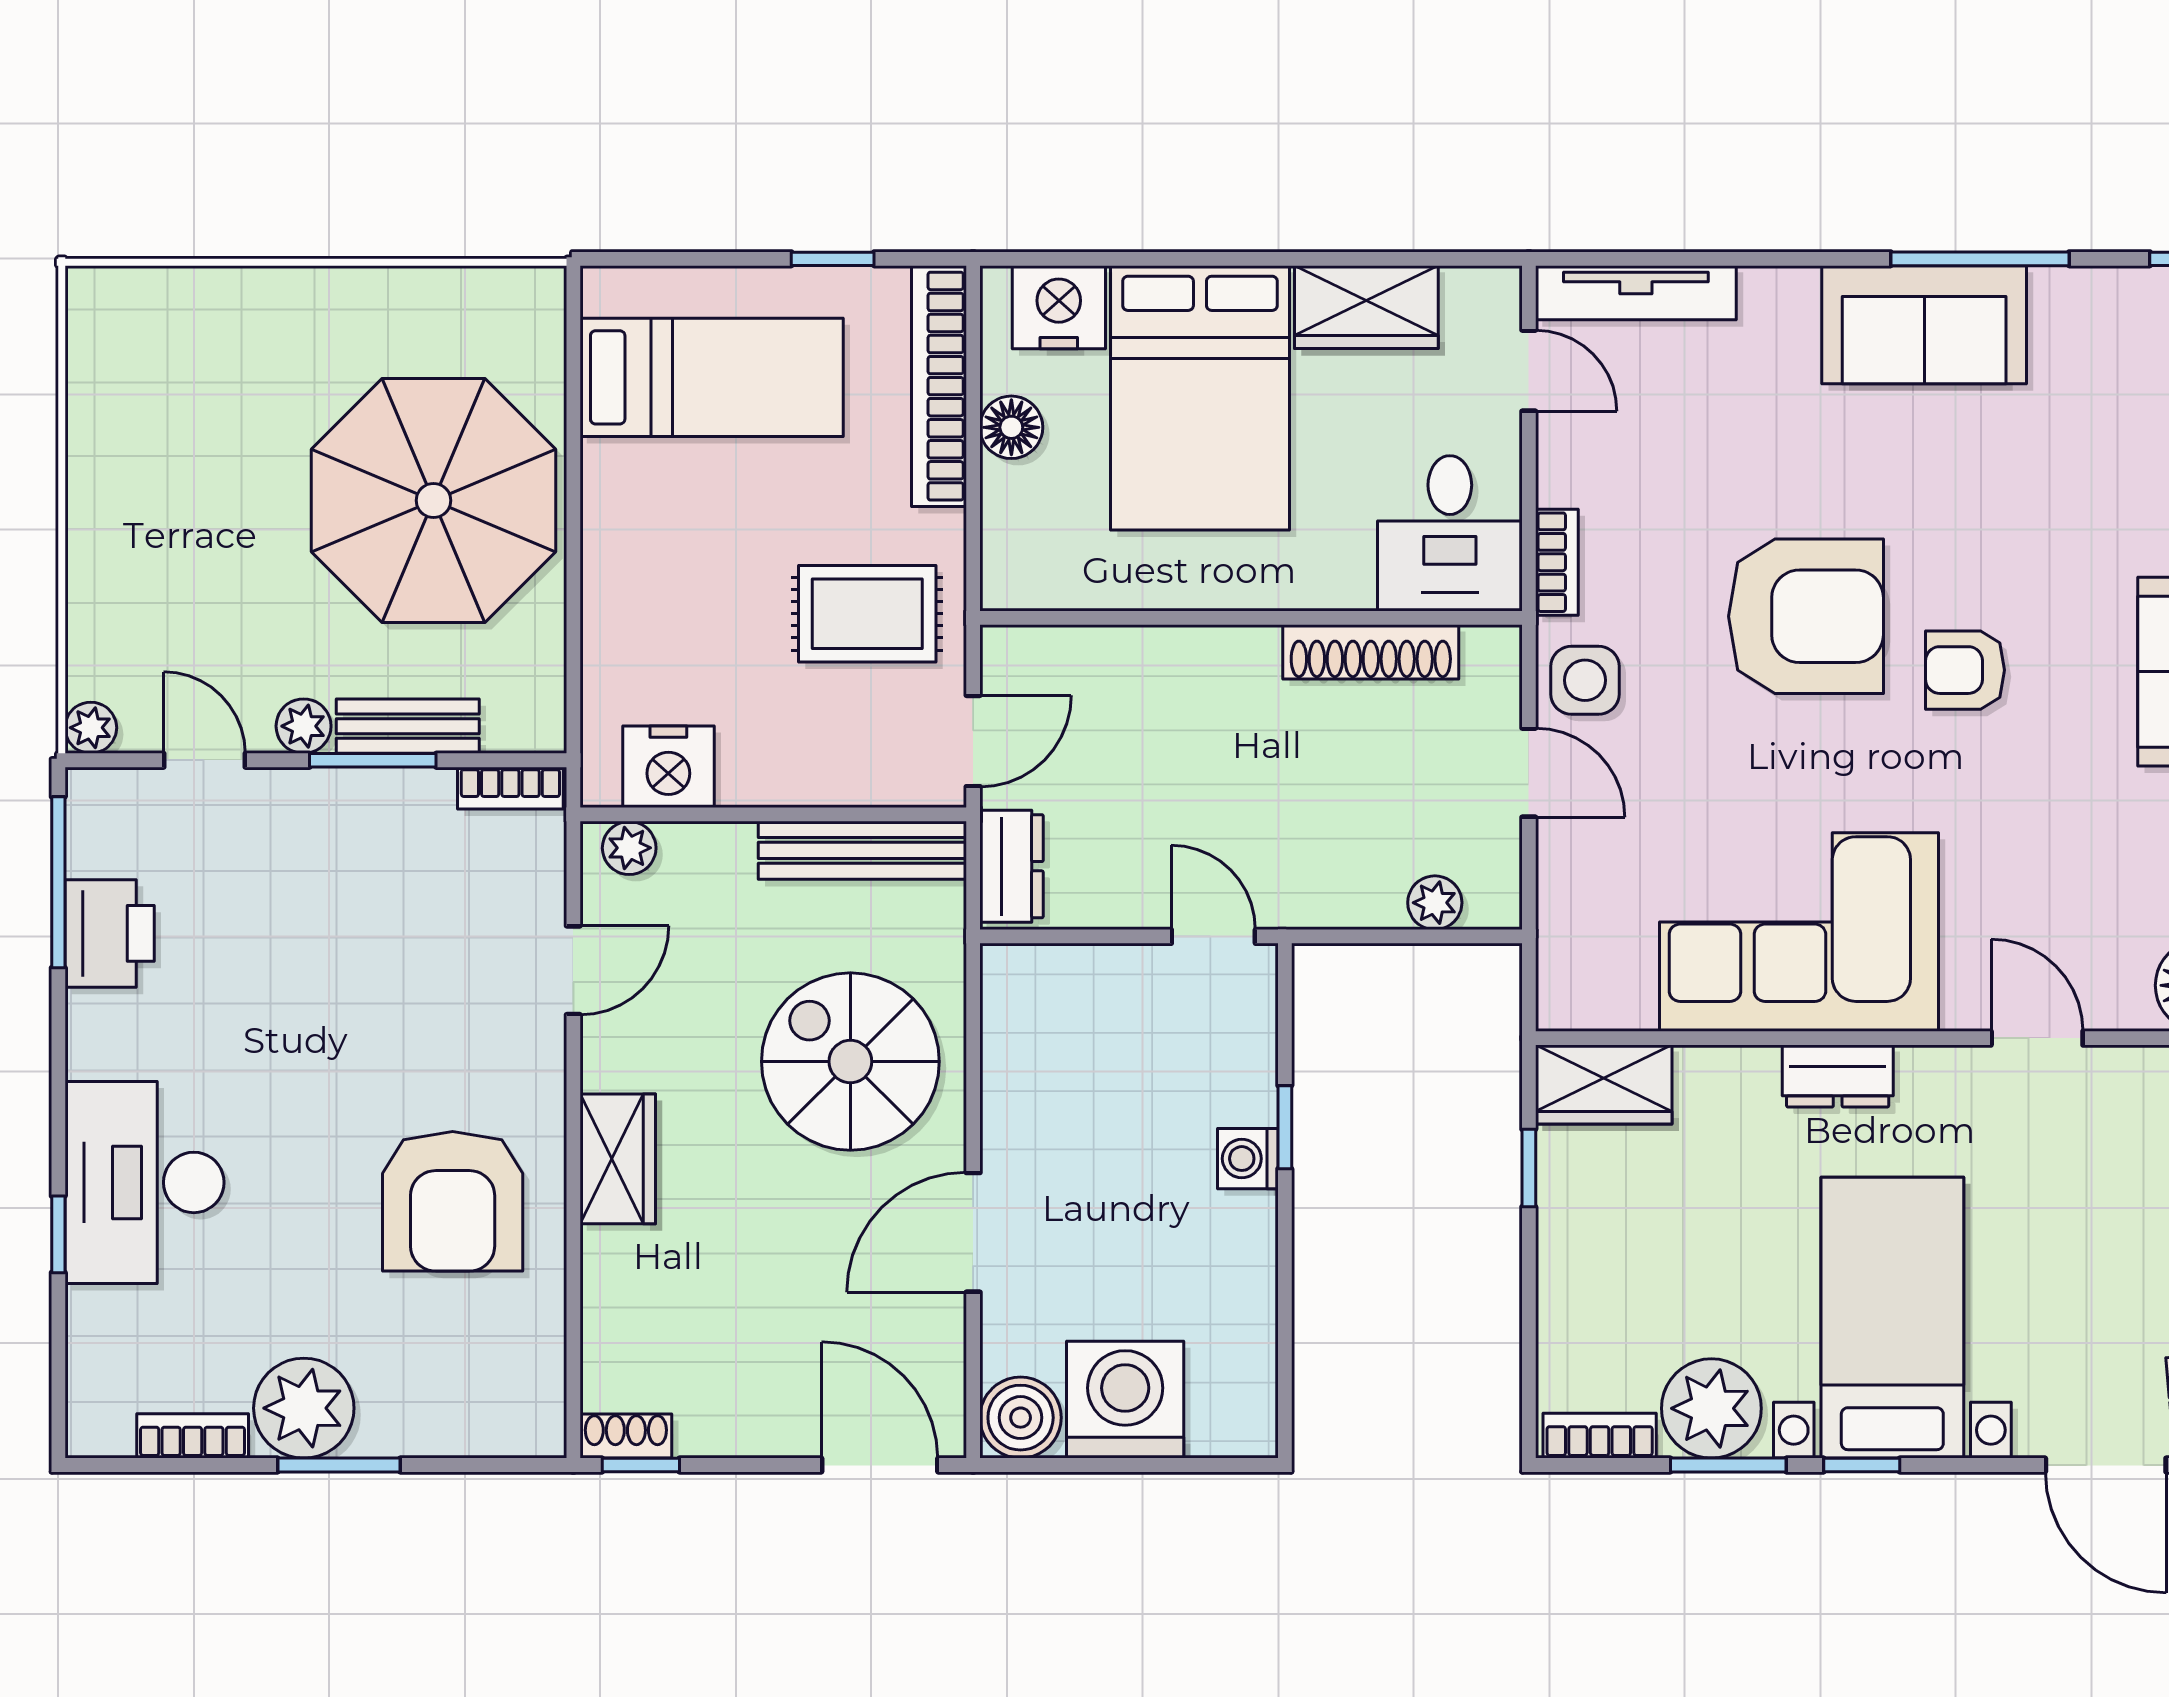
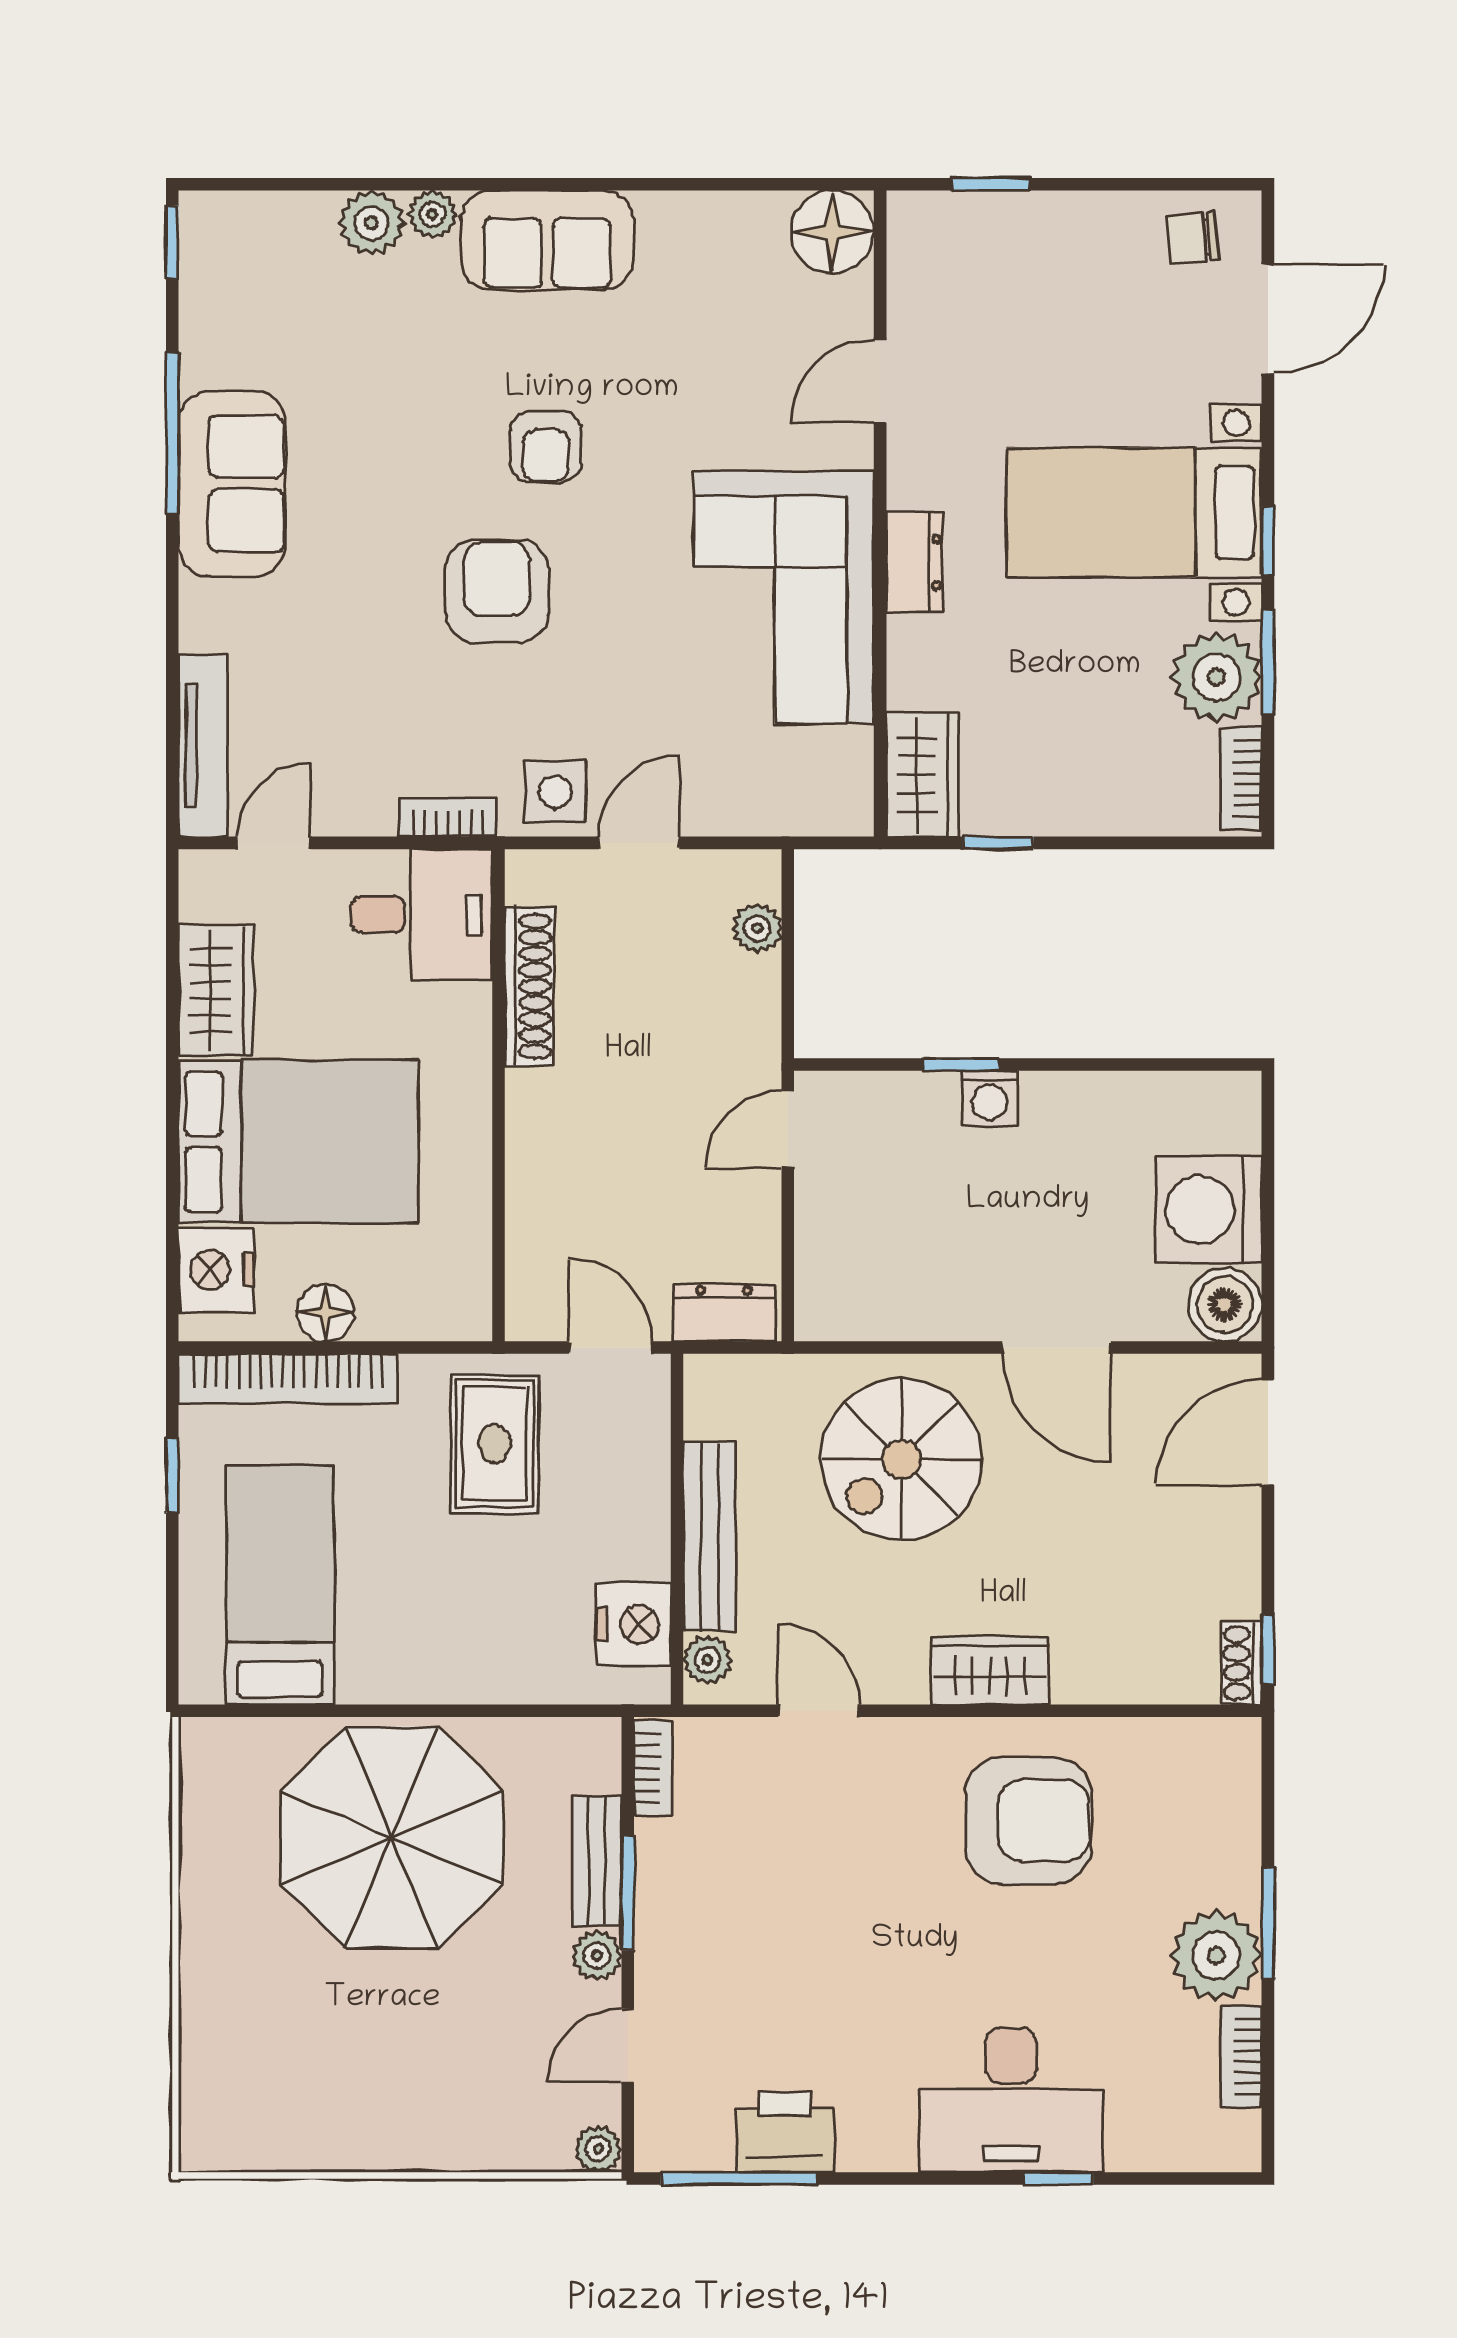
armchair: (1806, 616) -> (497, 591), width x0.73, depth x0.73
bench: (862, 850) -> (710, 1536), moved

